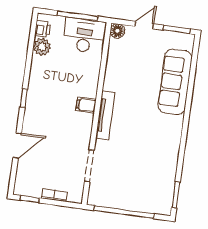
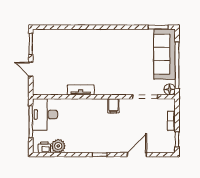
floor lamp: (117, 31) -> (170, 89), moved
sofa: (175, 82) -> (165, 54), moved, turned 90
filing cabinet: (86, 105) -> (113, 106), moved
tv unit: (105, 115) -> (81, 90), moved, width x0.71
door: (17, 145) -> (137, 155), hinge flipped

